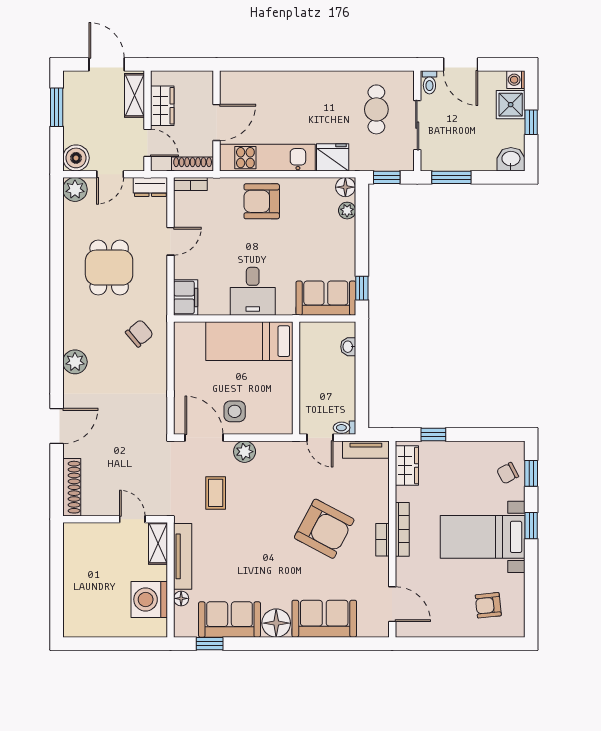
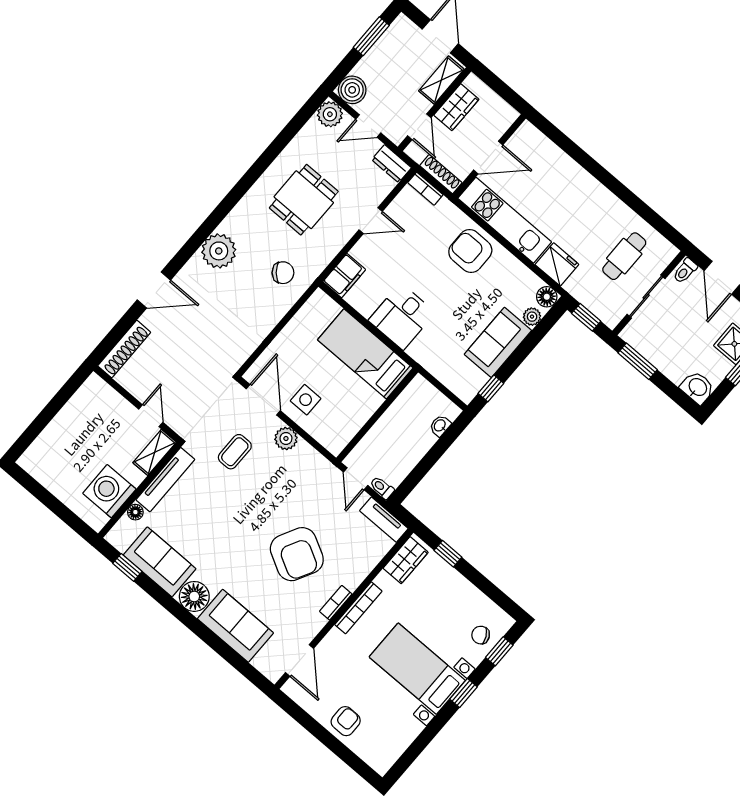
sofa: (326, 298) -> (498, 342), moved, turned -90
plant: (75, 362) -> (219, 251), width x1.36, depth x1.36
armchair: (488, 605) -> (346, 721), moved, turned 96

